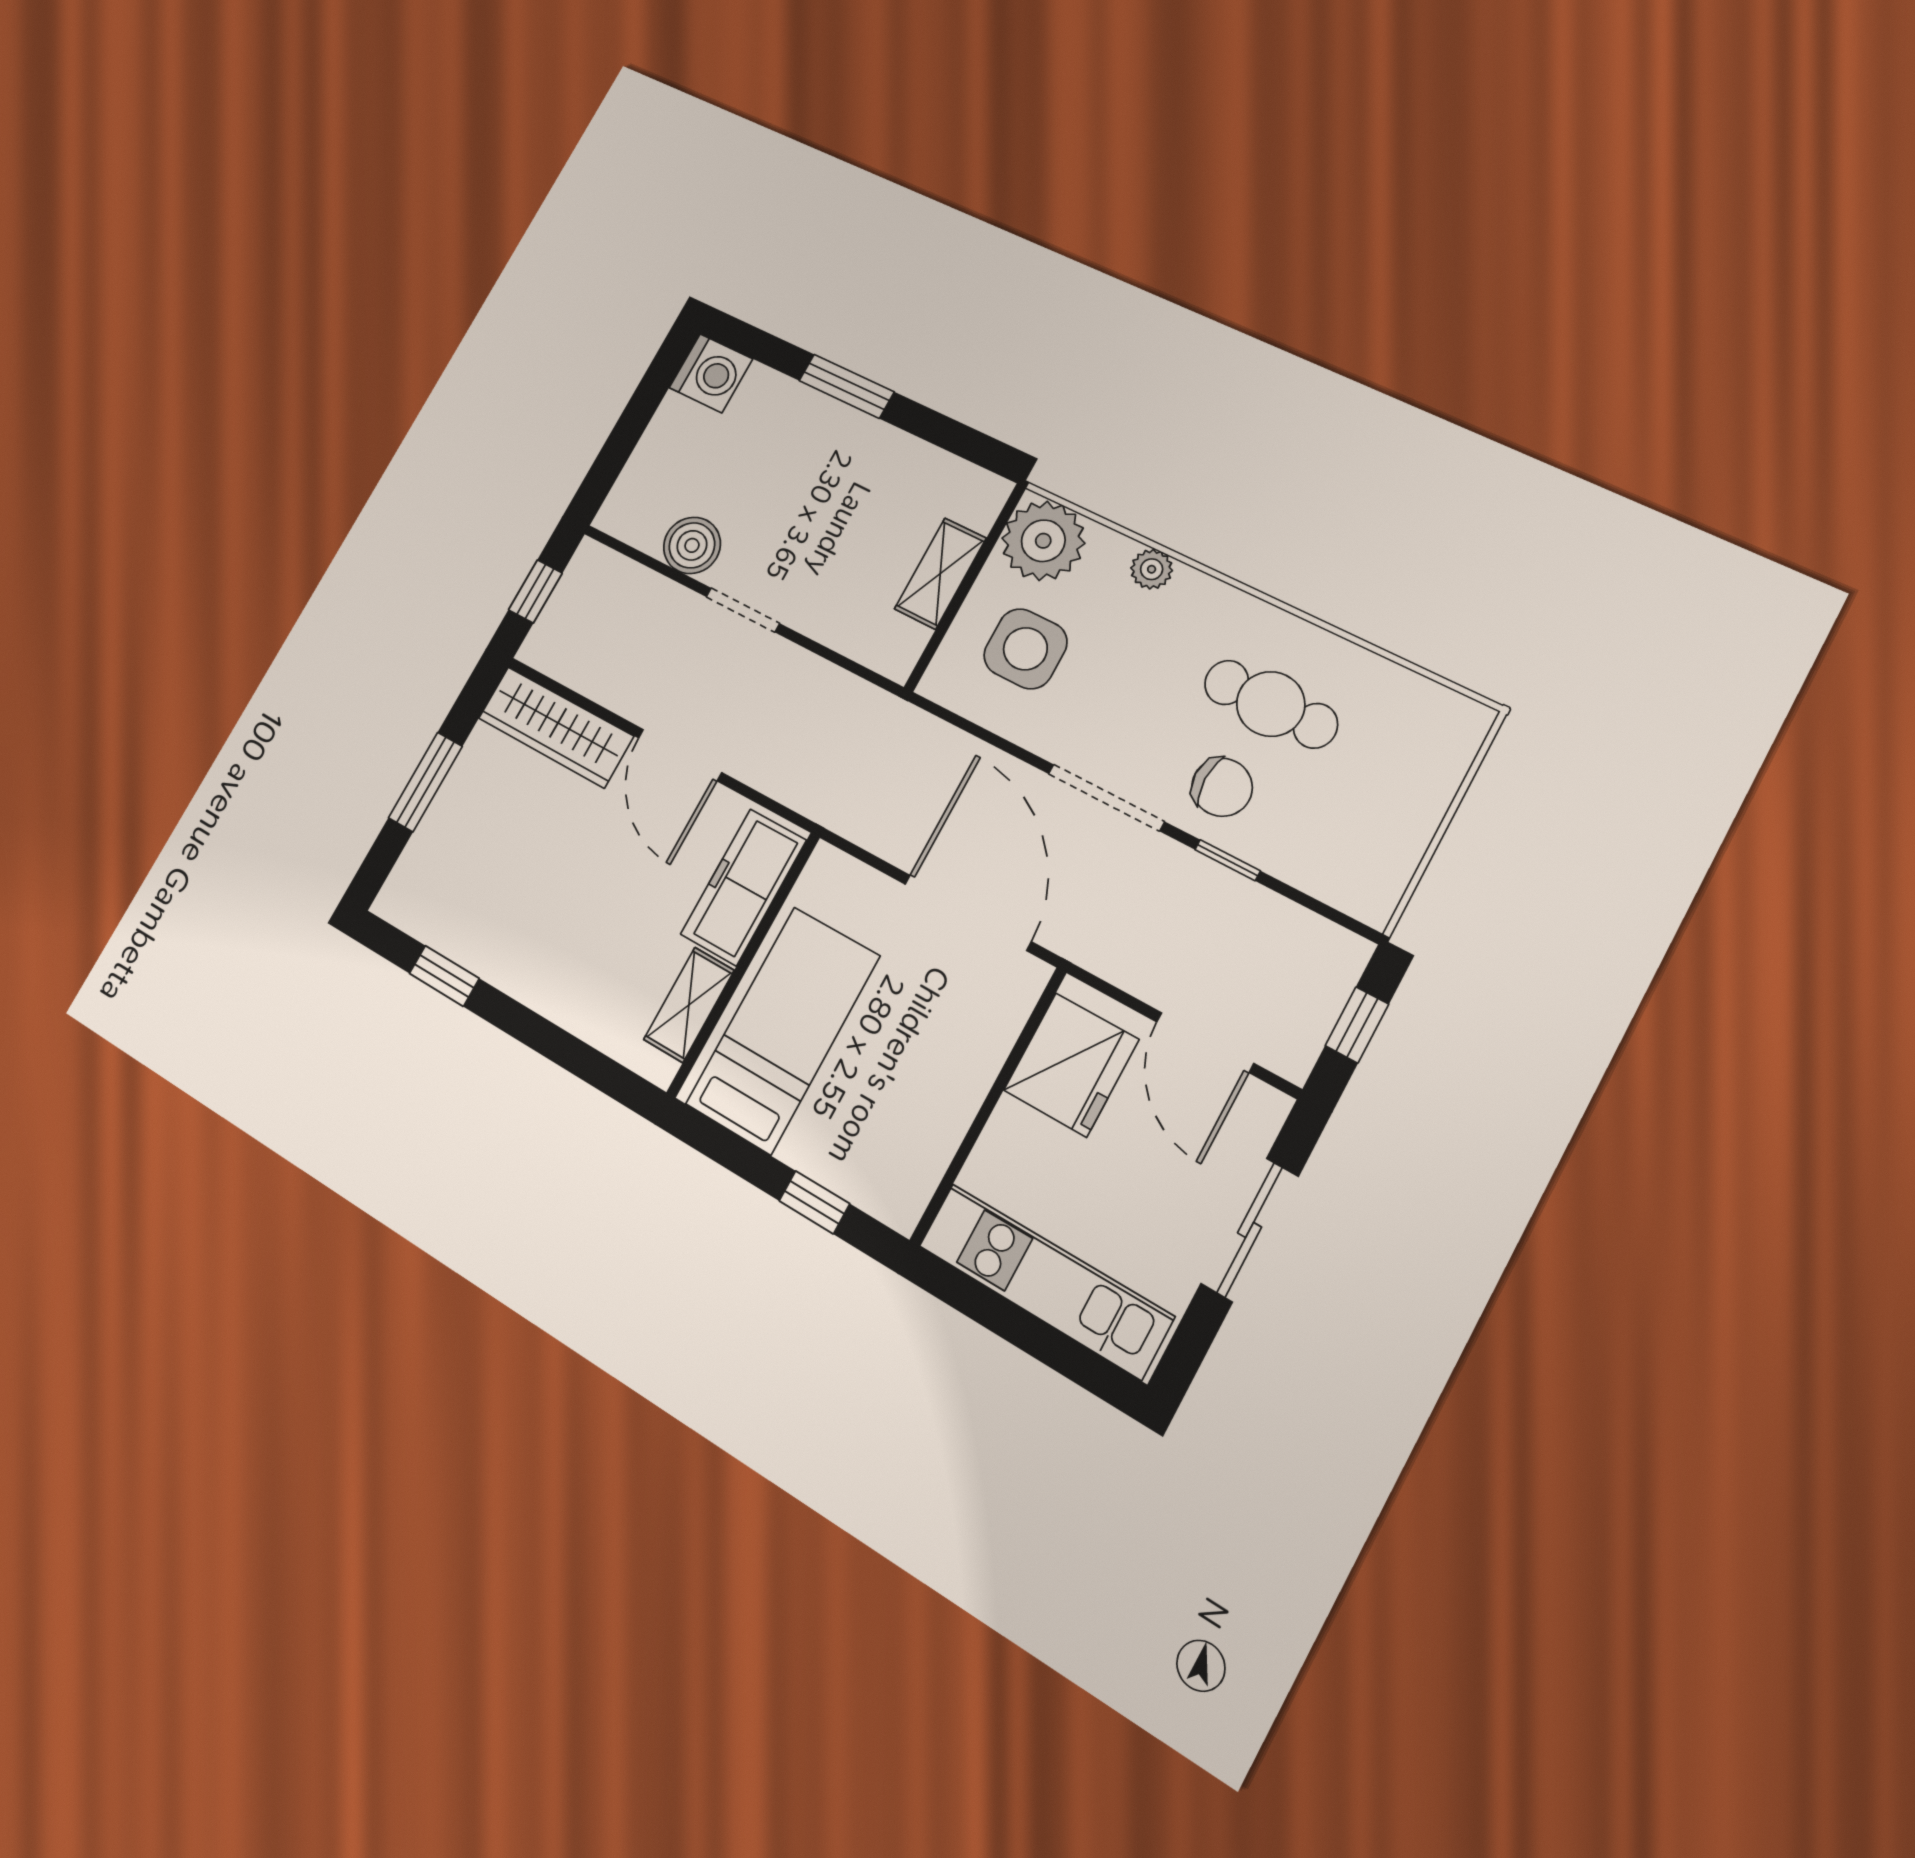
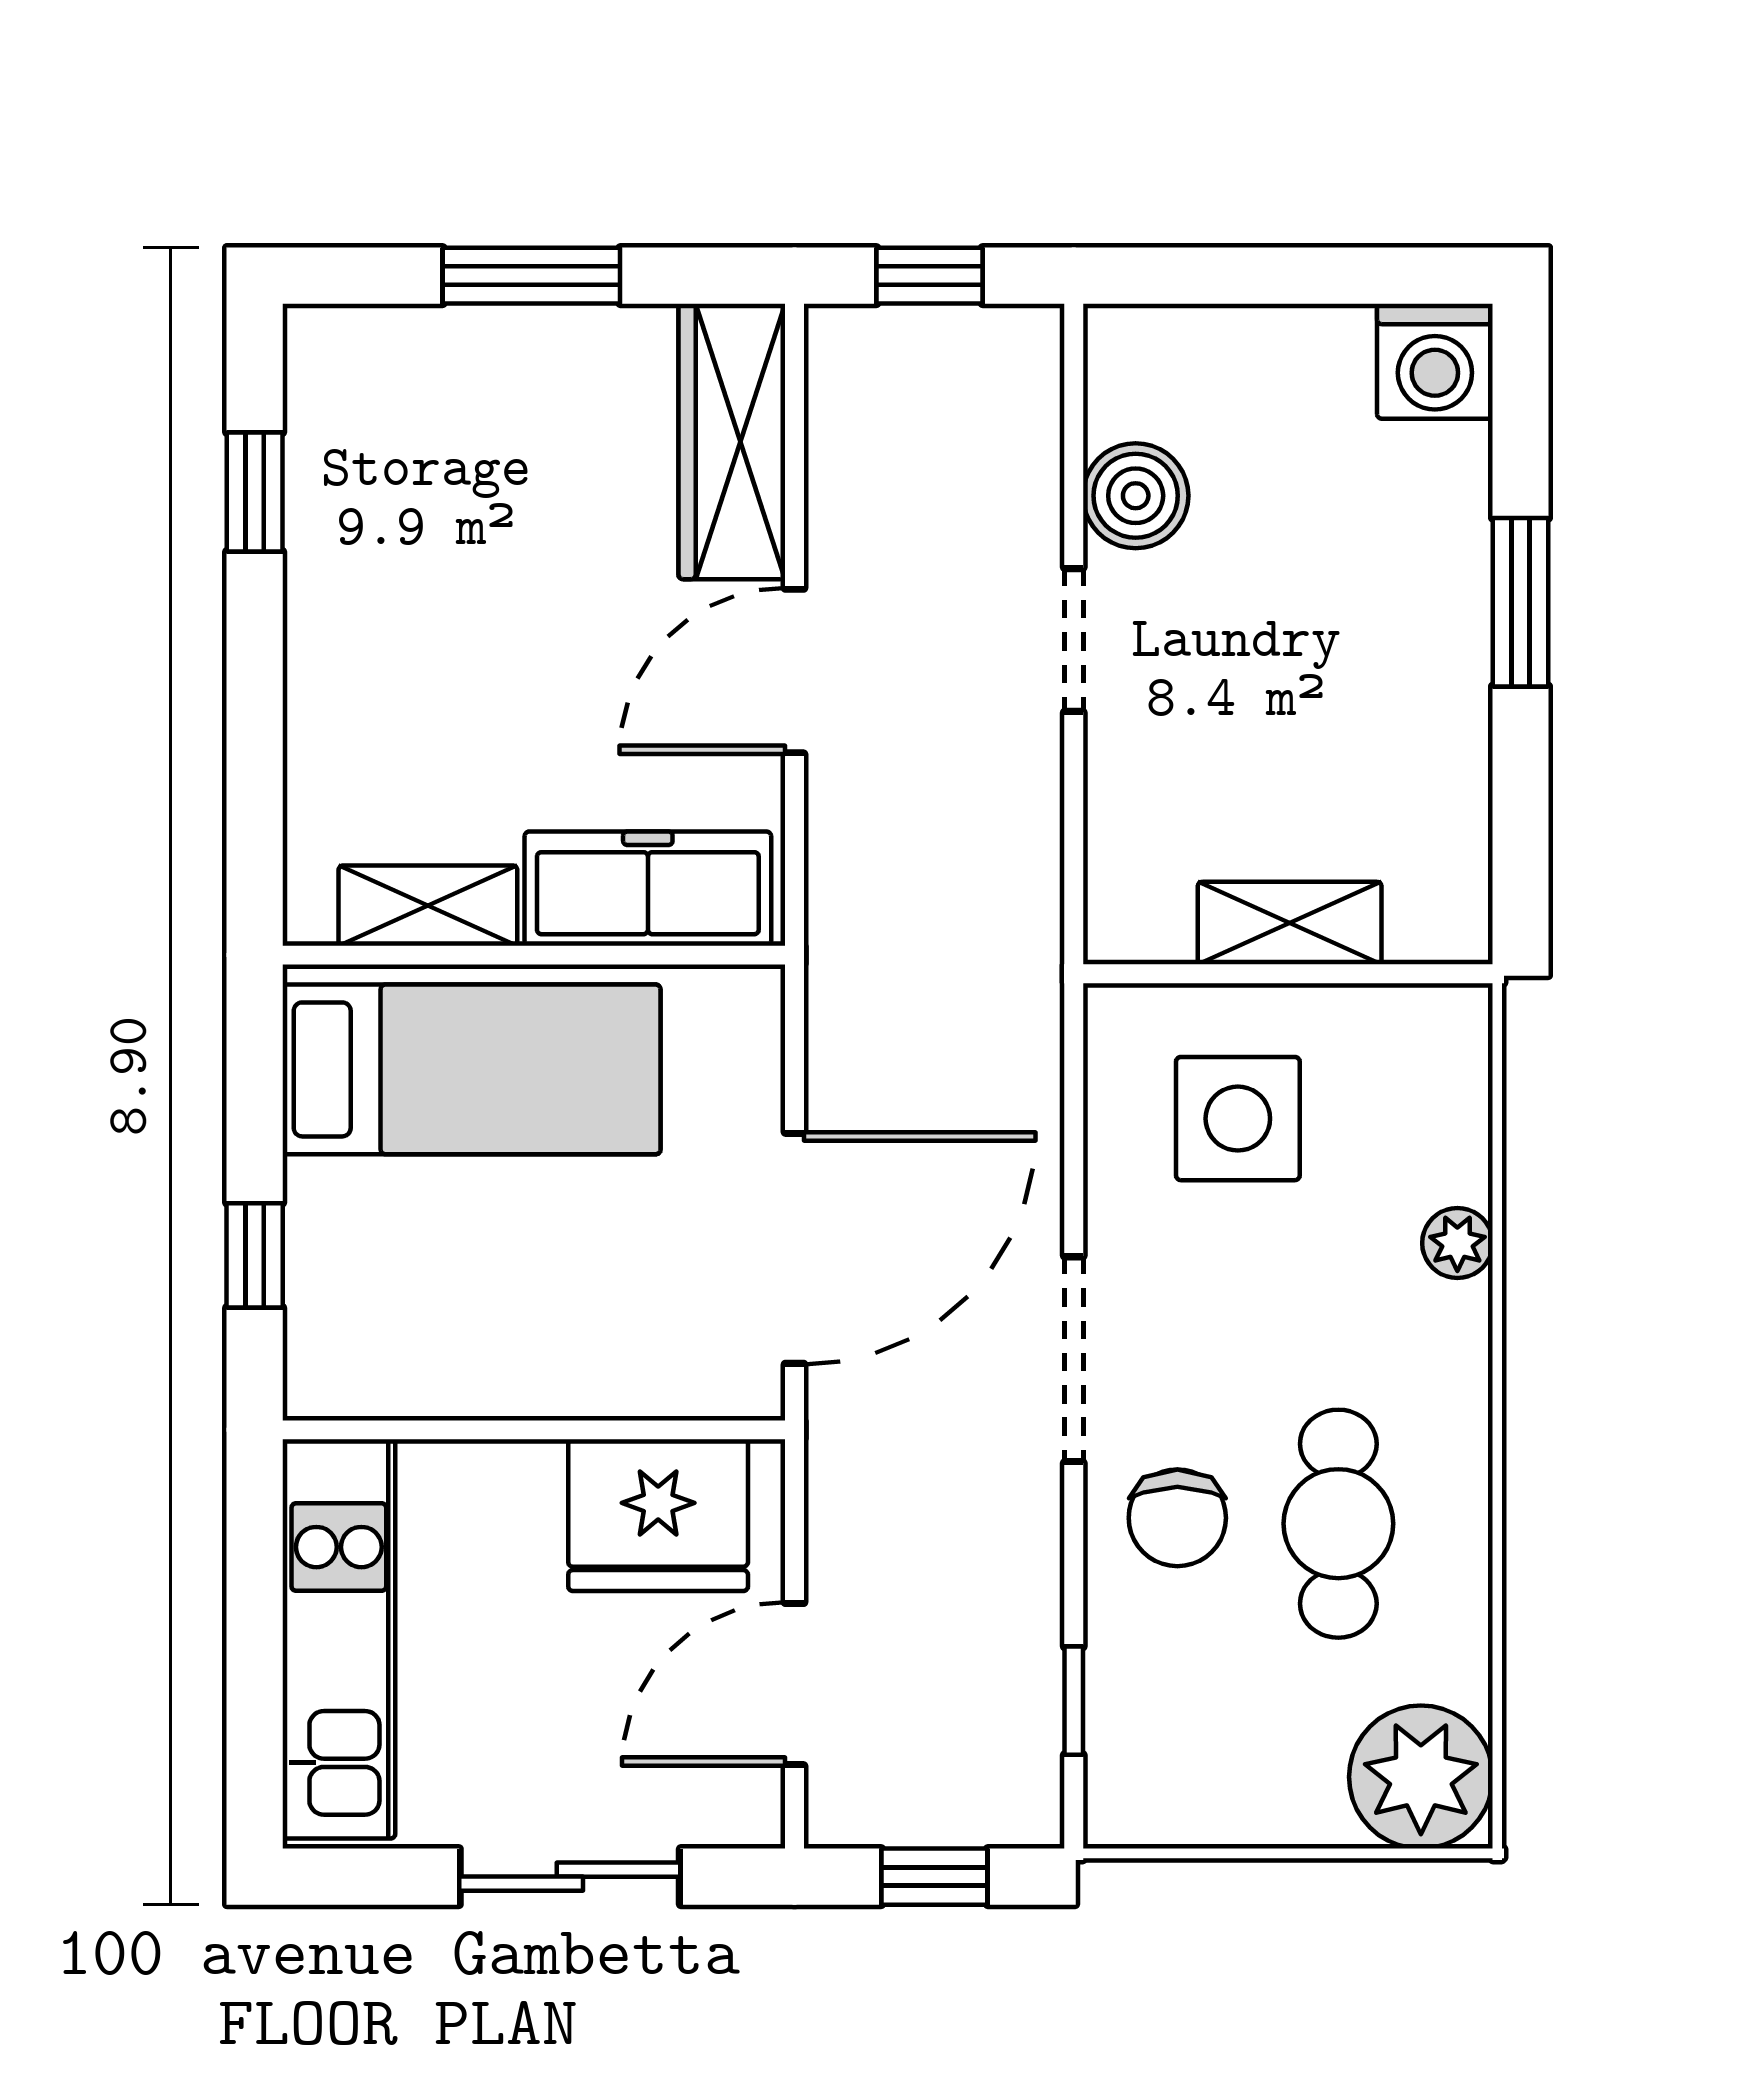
plant: (1043, 541) -> (1421, 1777), moved
window: (1228, 860) -> (1074, 1701), moved

